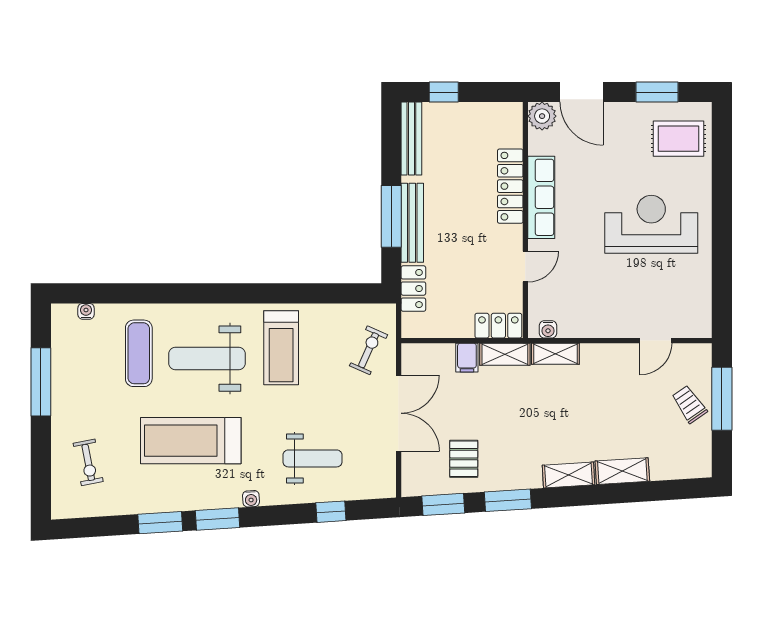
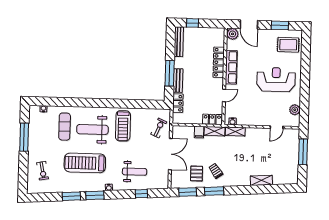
bench: (412, 223) -> (178, 81), width x0.73
plant: (699, 297) -> (295, 110), added
trolley: (689, 404) -> (216, 171), moved
shelving: (569, 475) -> (239, 181), removed

